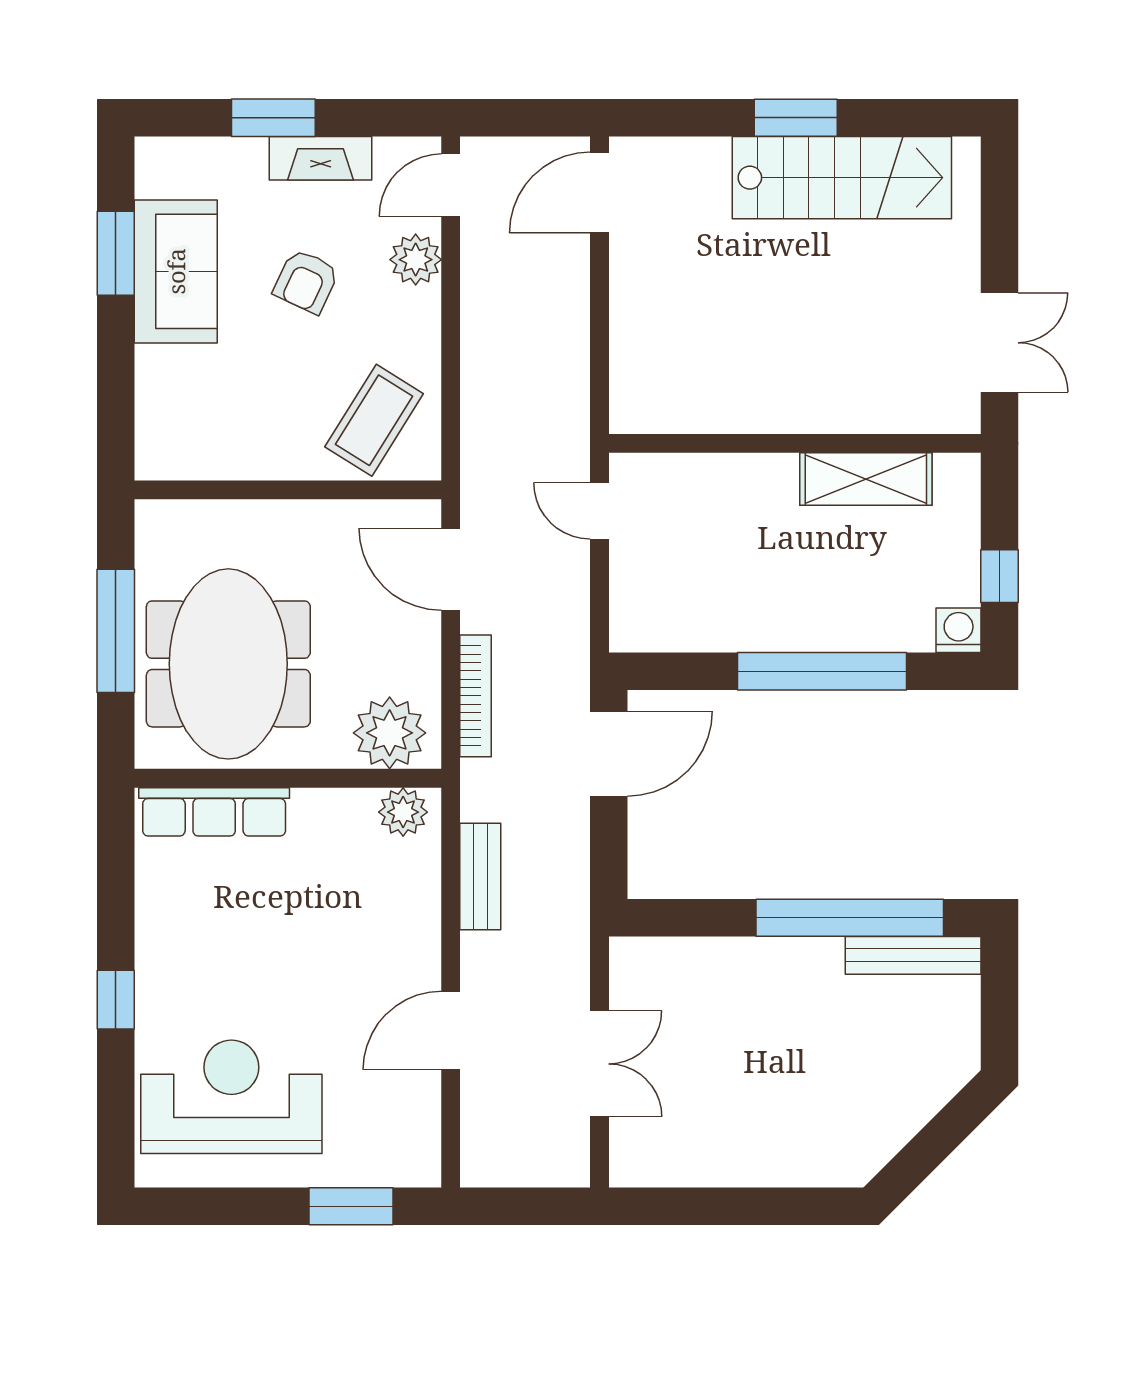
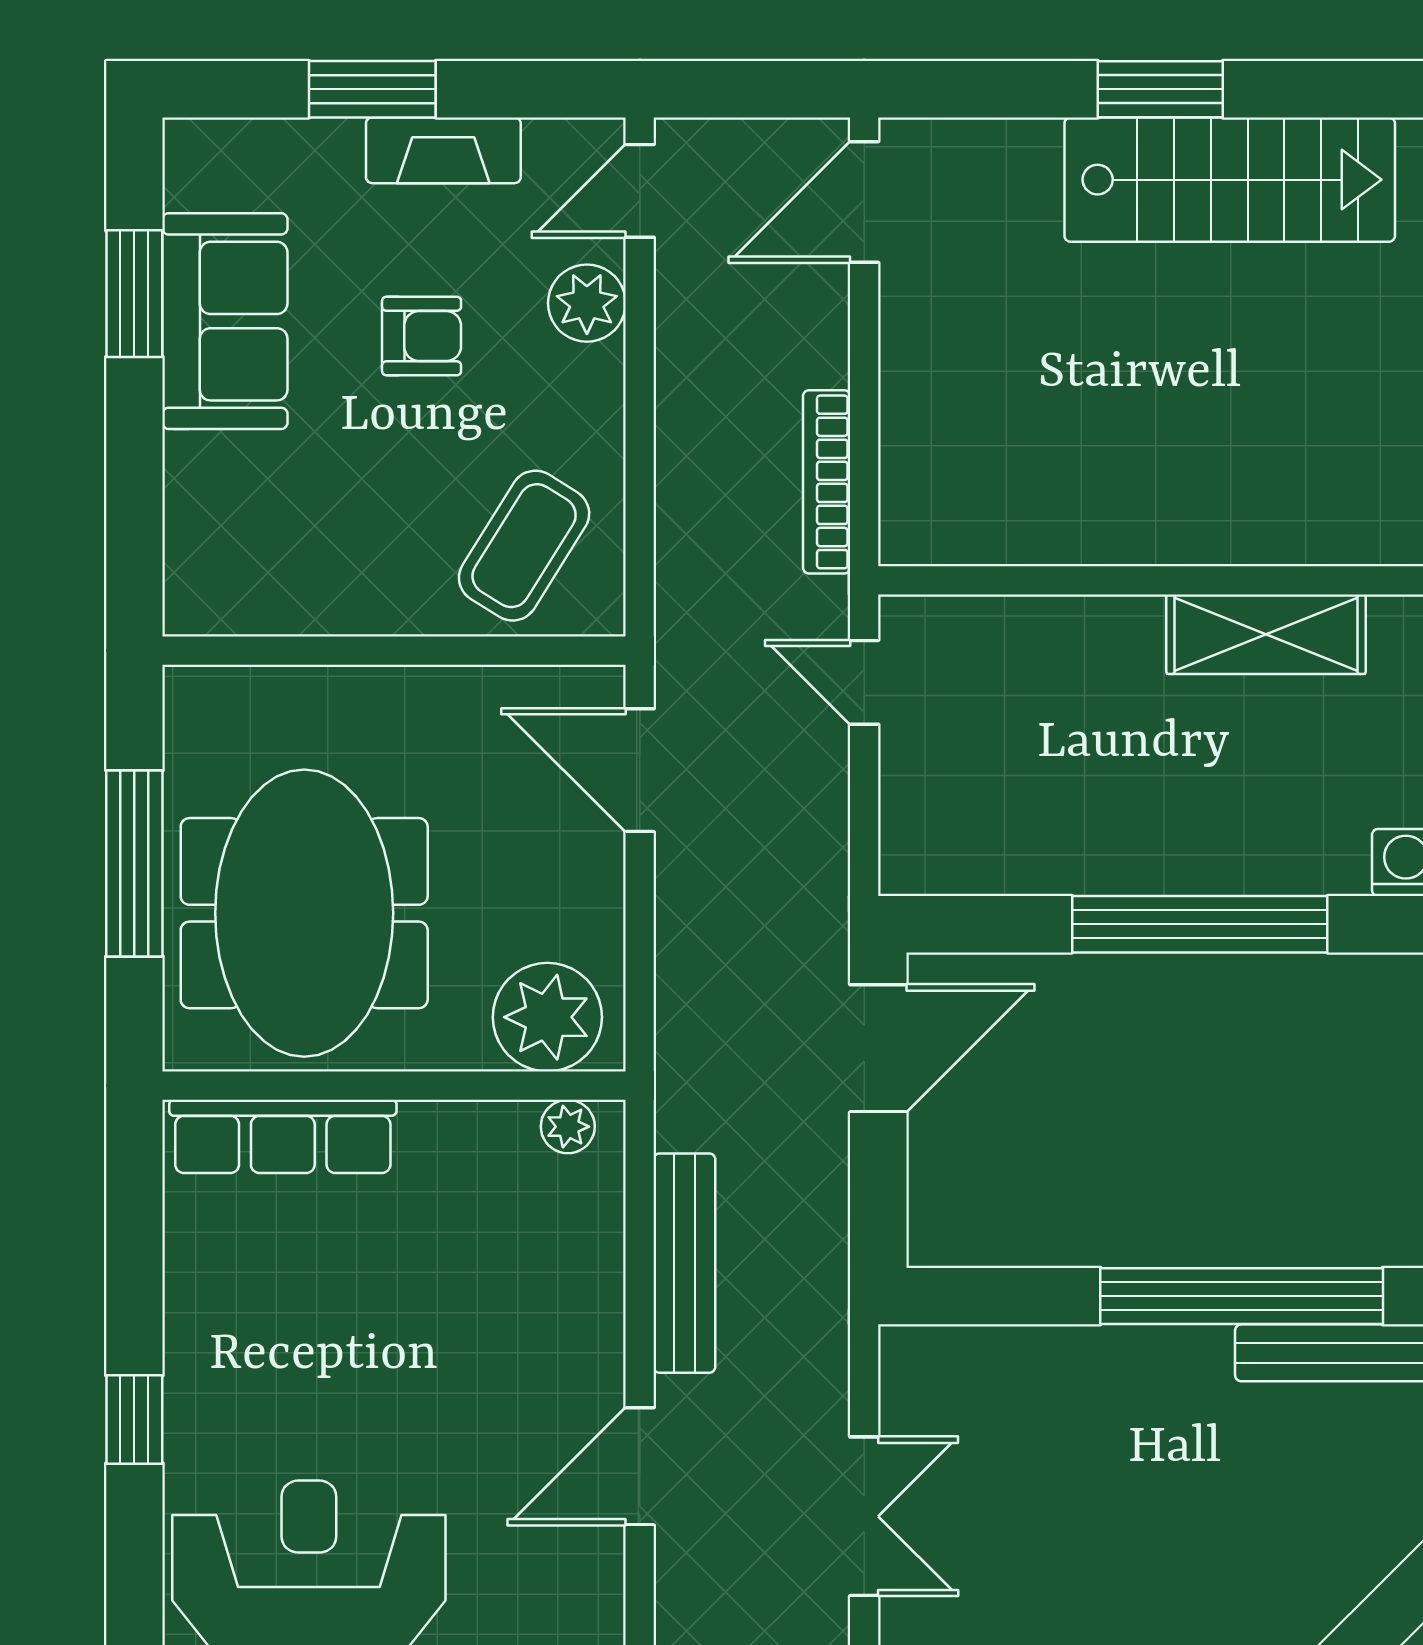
armchair: (306, 281) -> (422, 336), turned -115
bookcase: (476, 696) -> (827, 482), moved, turned 180
plant: (403, 812) -> (568, 1127), width x0.73, depth x0.73
bench: (480, 876) -> (684, 1263), width x1.36

